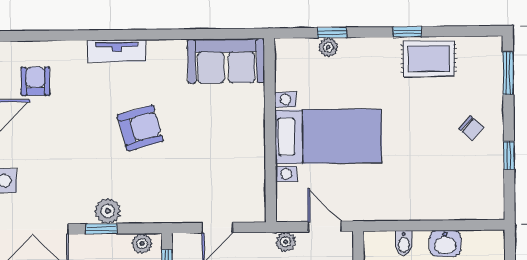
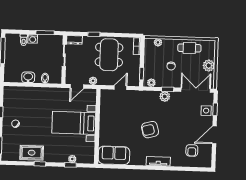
door: (325, 227) -> (77, 86), hinge flipped

